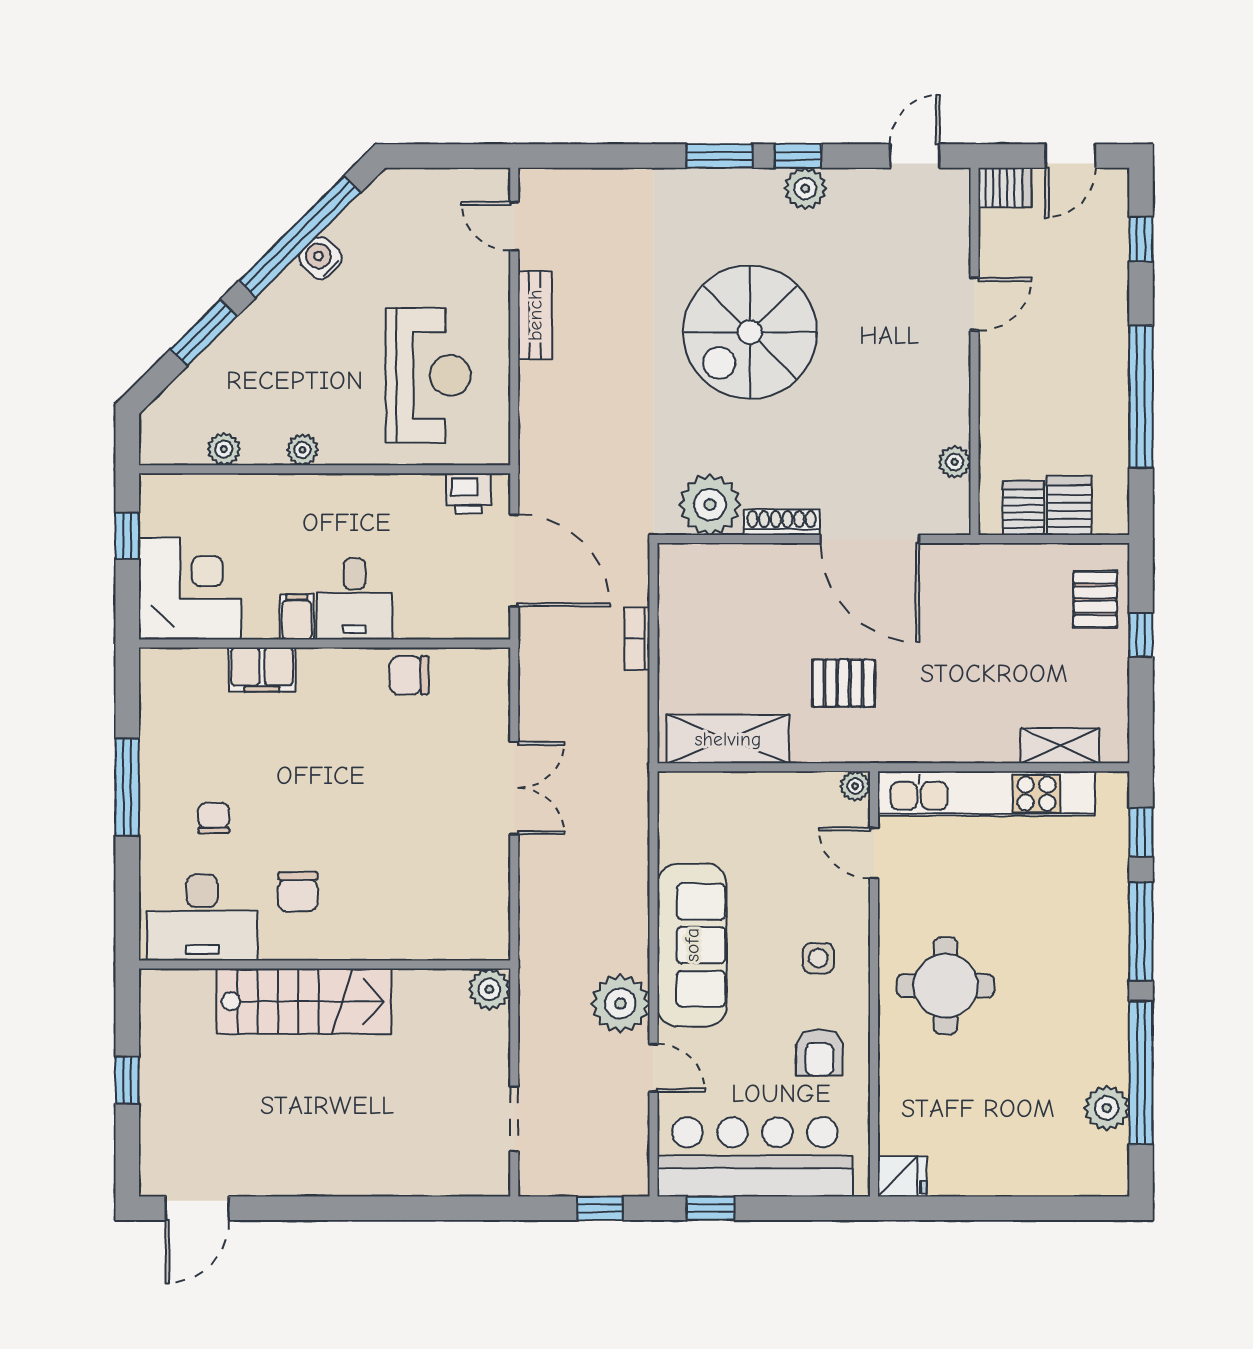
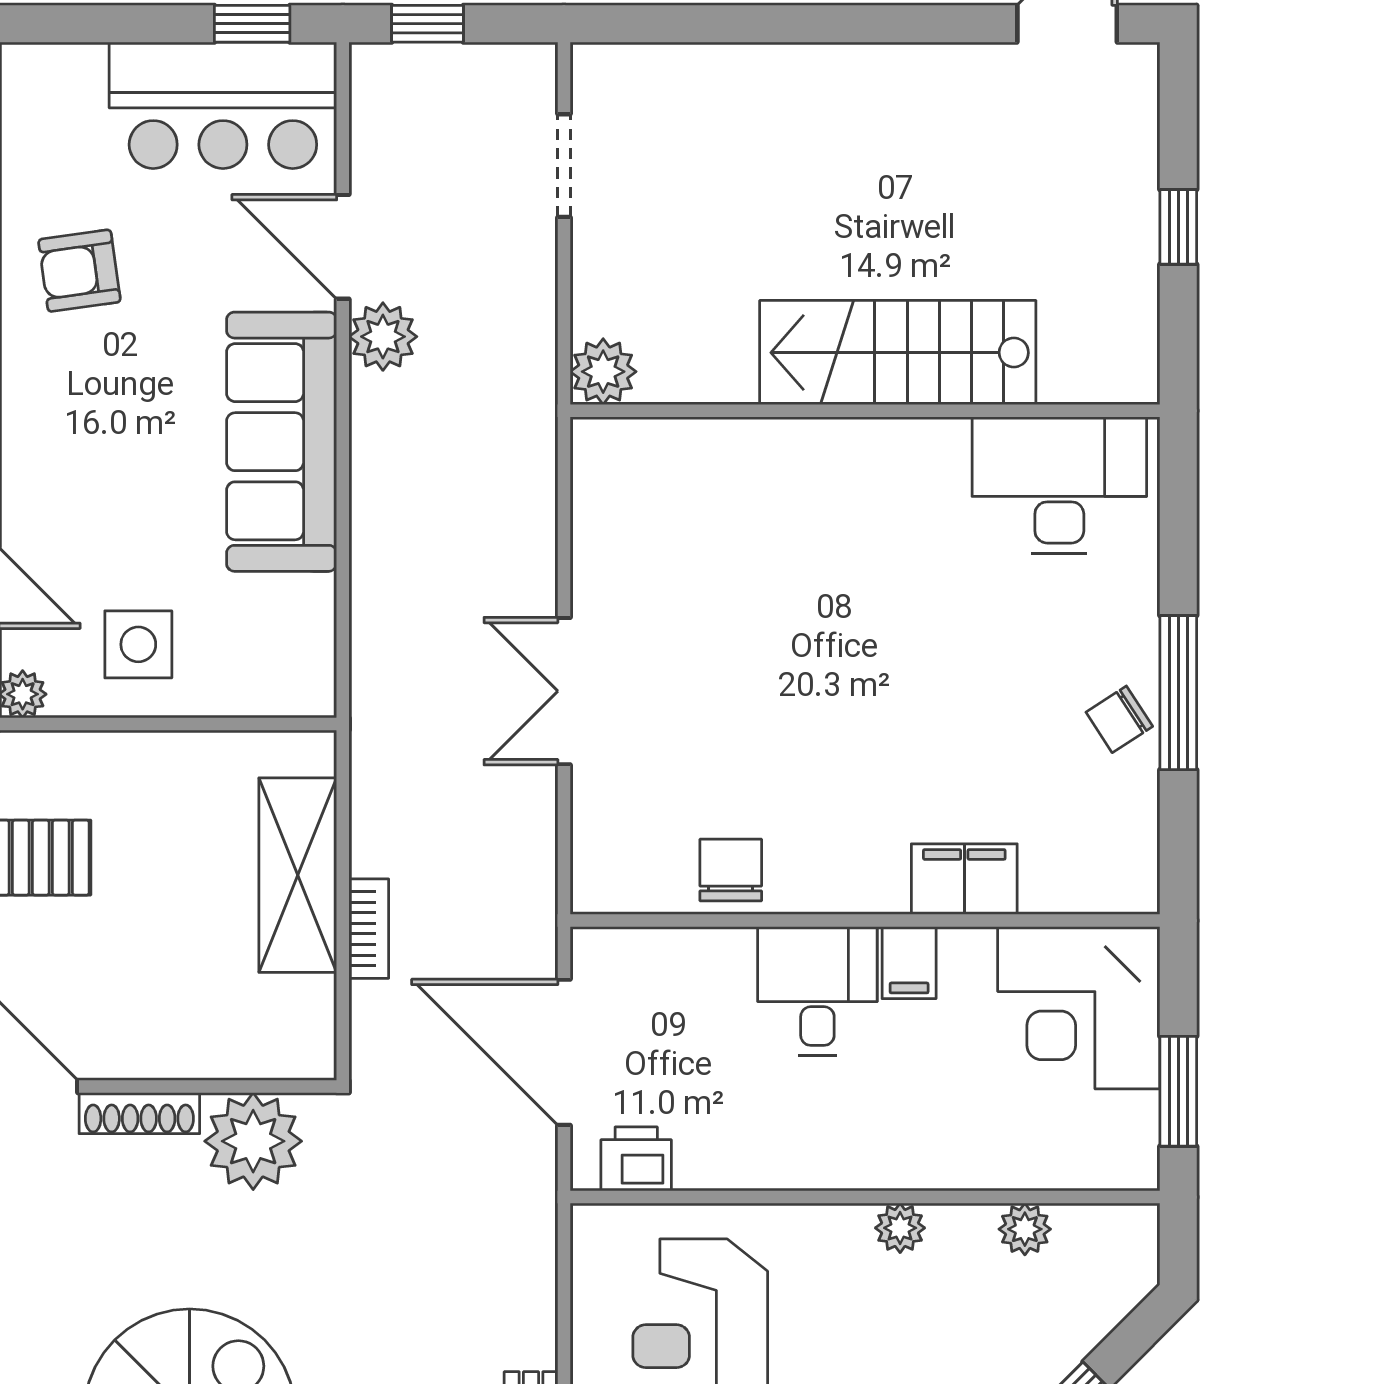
window: (127, 536) -> (1178, 1091), width x1.50
chair: (409, 675) -> (731, 870), turned -90
shelving: (728, 739) -> (298, 875), moved, turned 90
chair: (214, 818) -> (1119, 719), moved, turned 57
chair: (298, 892) -> (907, 526), removed
side table: (818, 958) -> (138, 644), moved, width x1.37, depth x1.37
plant: (620, 1003) -> (383, 337), width x0.73, depth x0.73
armchair: (819, 1053) -> (79, 271), turned -98
door: (653, 1068) -> (343, 247), width x1.37
bar counter: (755, 1157) -> (223, 105), width x0.73

